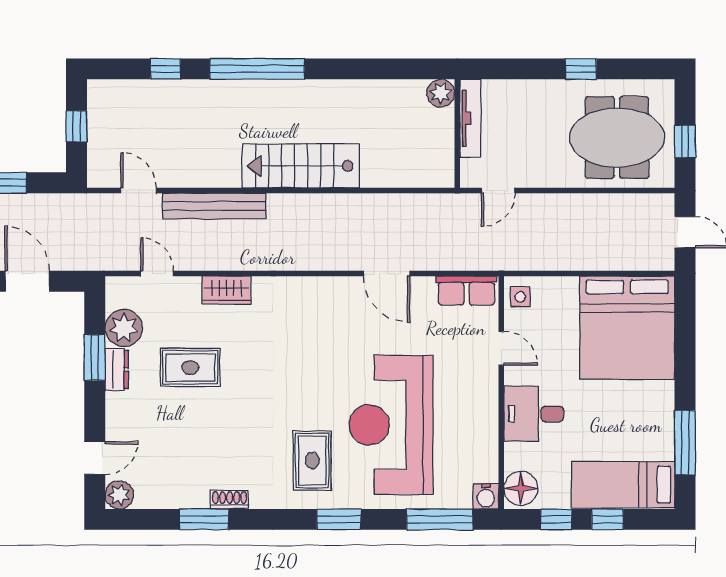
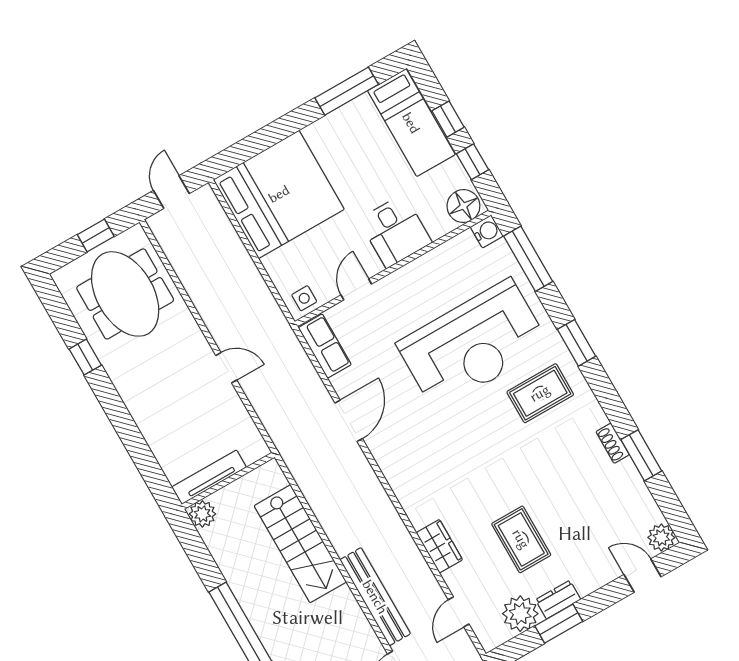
plant: (441, 93) -> (202, 514), moved
tv unit: (470, 118) -> (209, 477), moved
wall: (457, 134) -> (228, 481), moved

